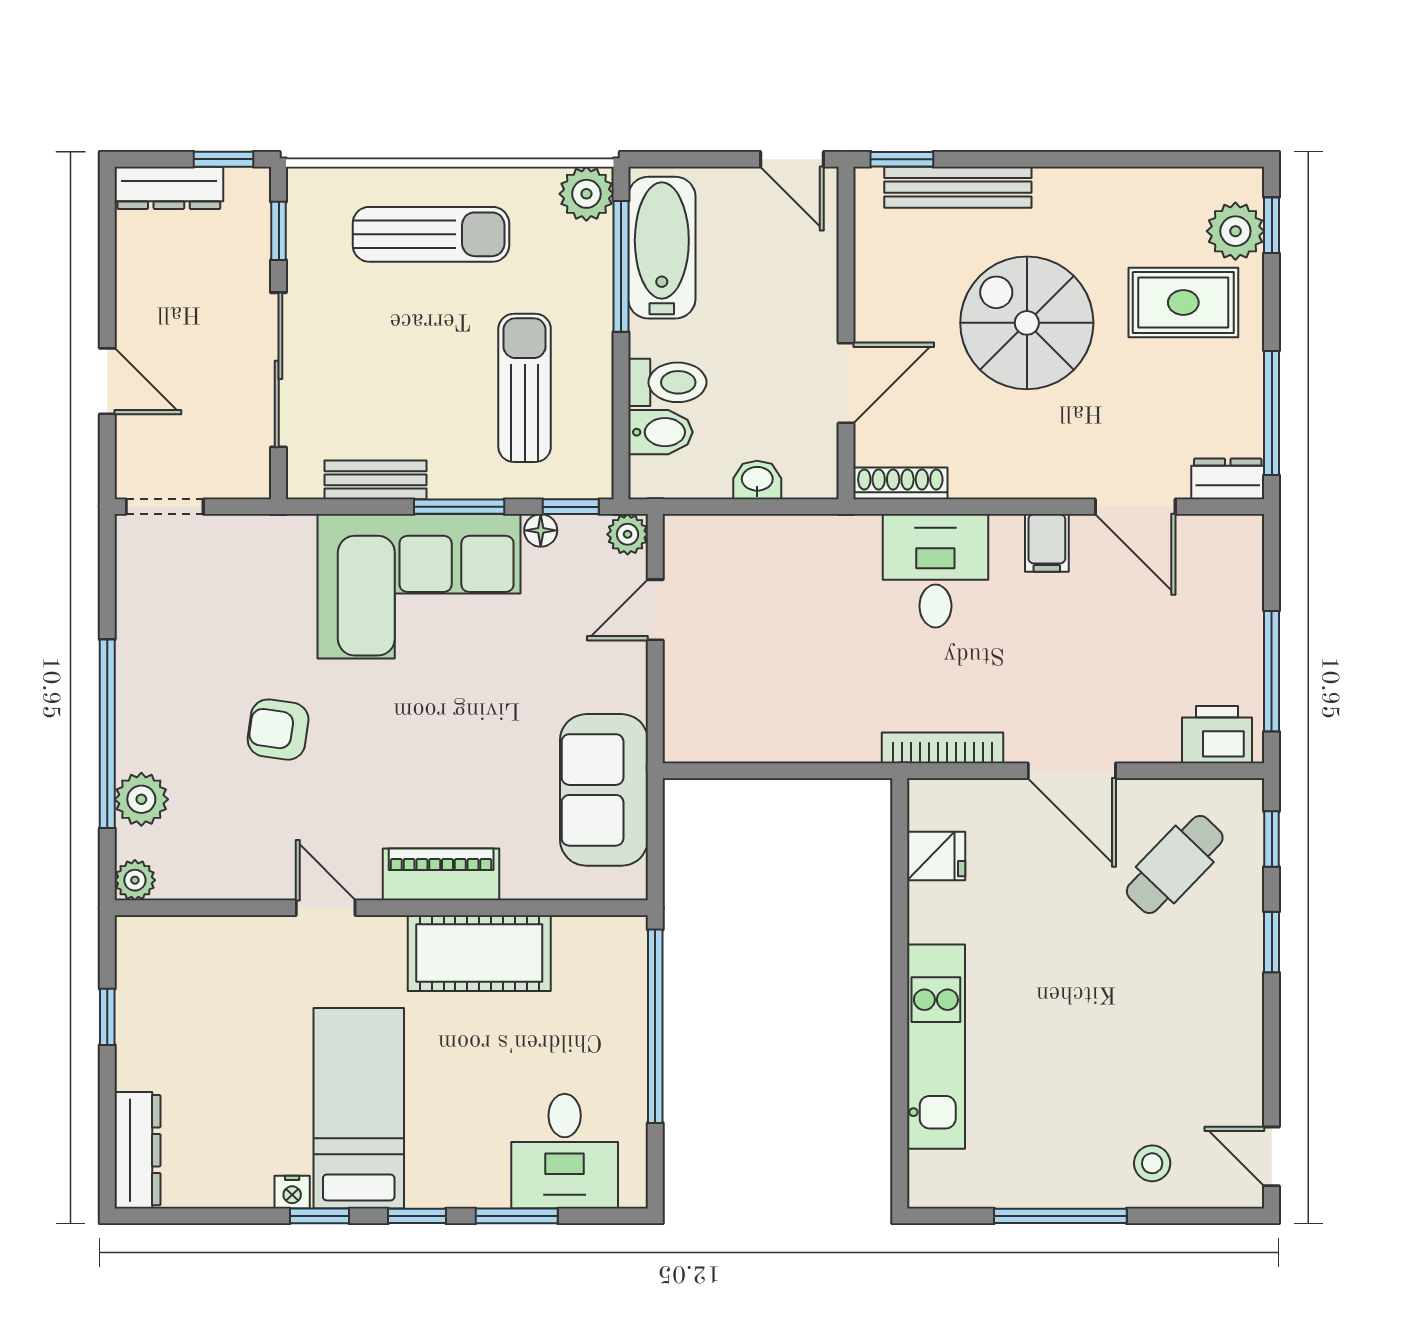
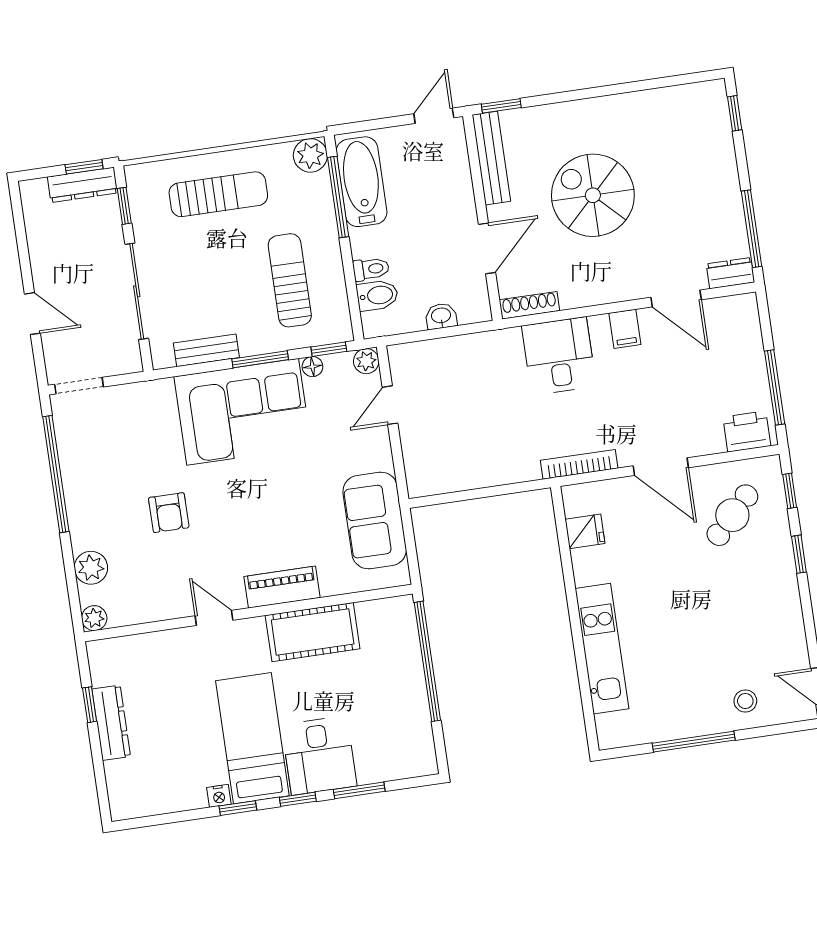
door: (792, 159) -> (434, 116), swing flipped
bench: (958, 187) -> (491, 158), moved, turned 90
dresser: (169, 188) -> (83, 185), moved
plant: (1235, 231) -> (713, 120), removed
rug: (1183, 302) -> (687, 169), removed
toilet: (667, 382) -> (371, 269), width x0.73, depth x0.72
armchair: (278, 730) -> (169, 513), turned -98
window: (107, 734) -> (56, 474), moved
dresser: (138, 1150) -> (111, 723), moved
desk: (565, 1151) -> (319, 756), moved

